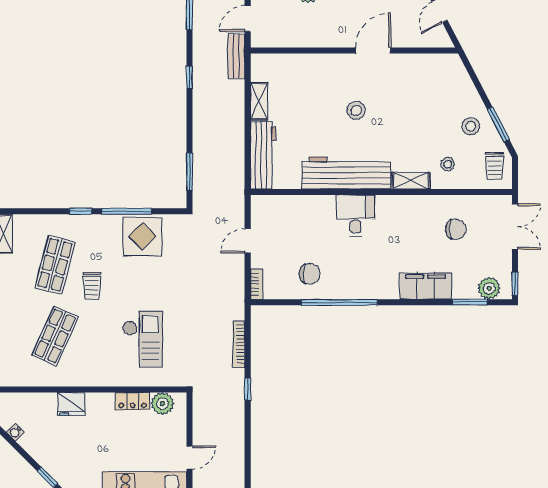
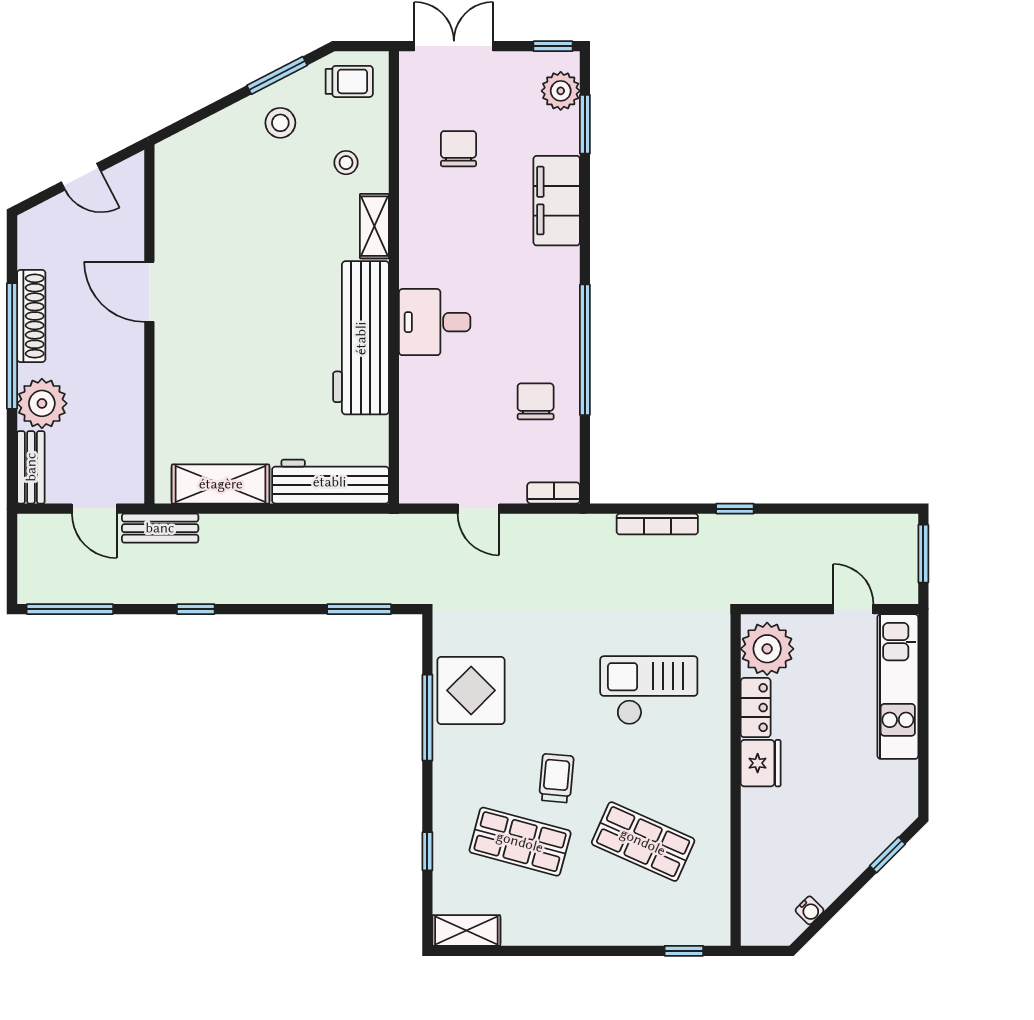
shelving: (259, 101) -> (221, 484), width x1.50, depth x1.33
stool: (356, 110) -> (253, 321), removed
window: (81, 211) -> (427, 851), moved
trolley: (92, 286) -> (556, 778), turned -85
fridge: (71, 404) -> (761, 763), moved
plant: (162, 404) -> (767, 649), width x1.36, depth x1.36

